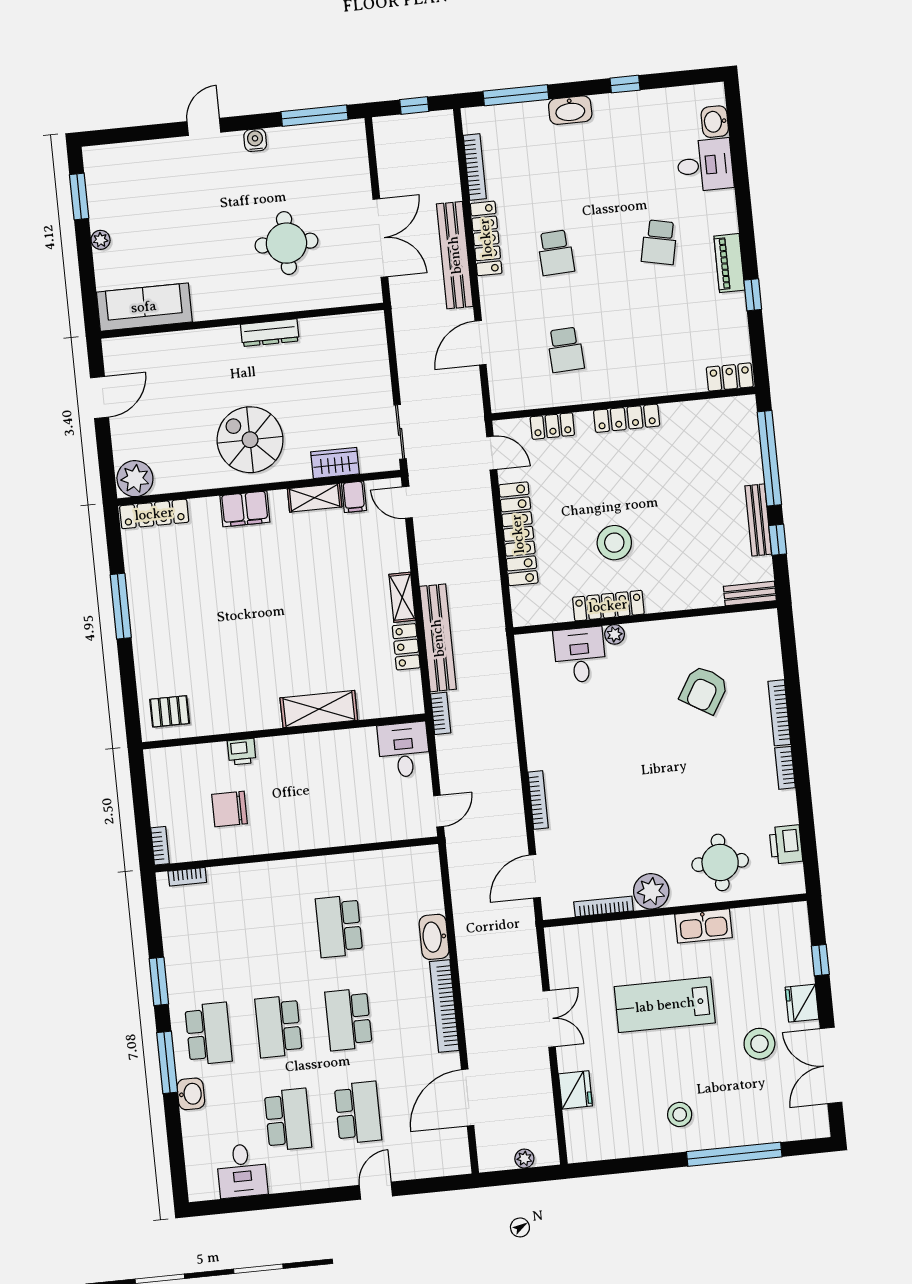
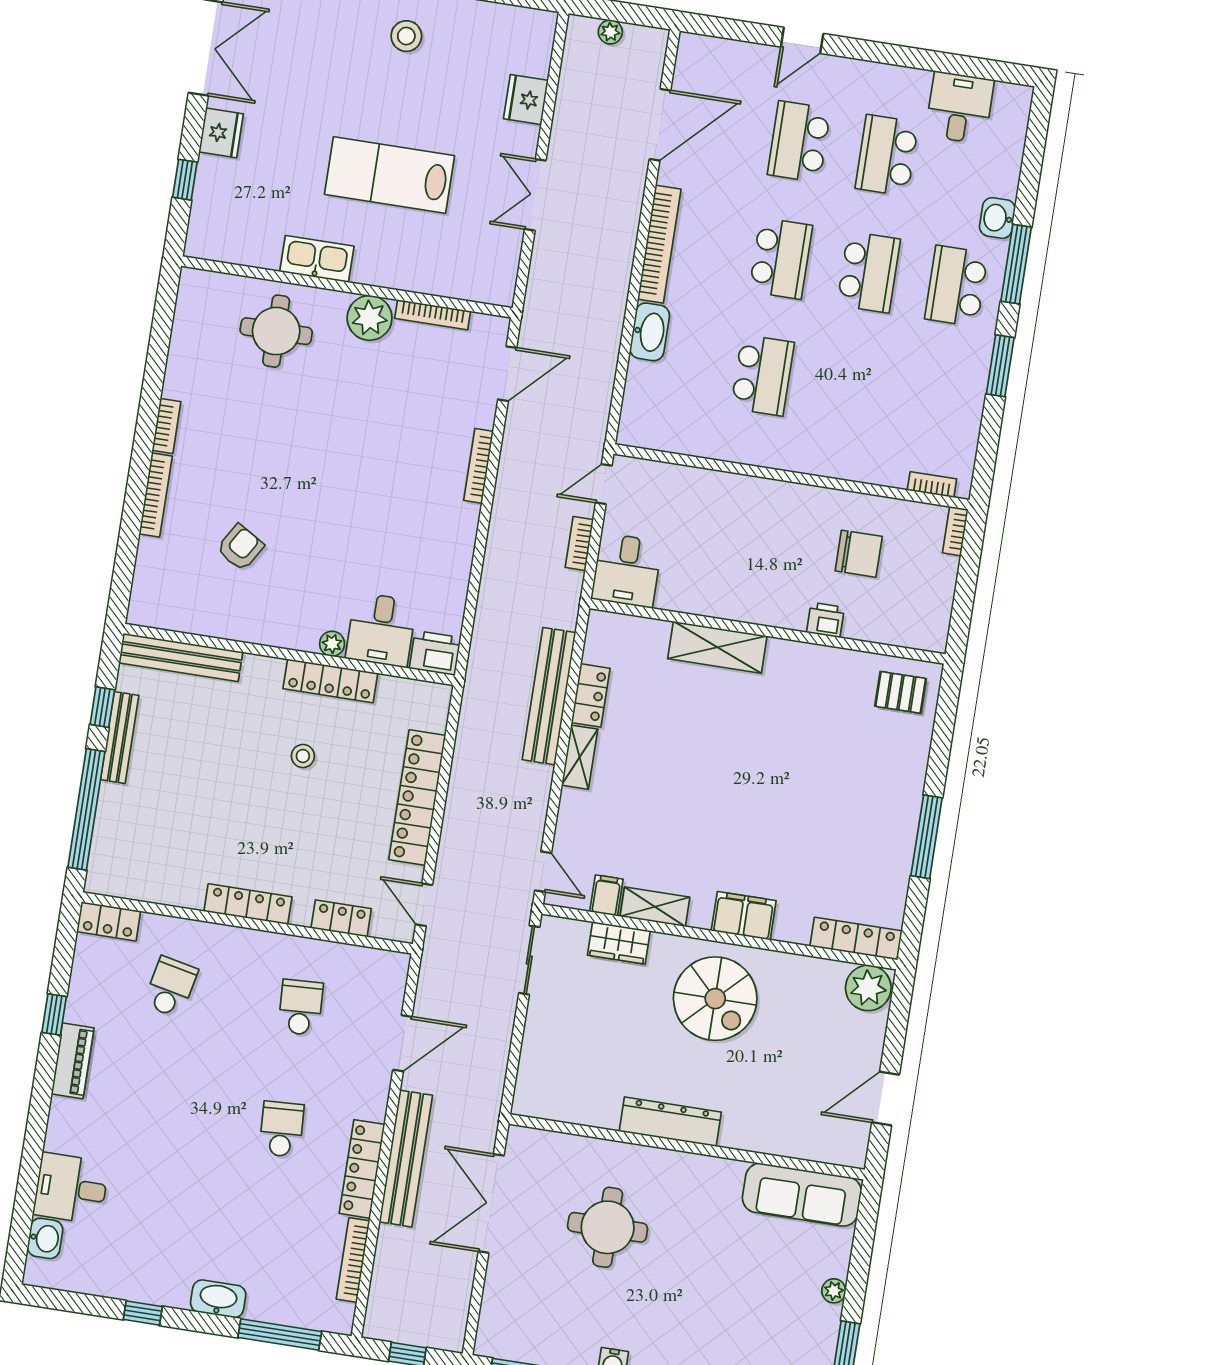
school desk: (659, 242) -> (171, 987), moved
dresser: (270, 333) -> (670, 1122), width x1.37, depth x1.24
stool: (614, 543) -> (303, 756), width x0.53, depth x0.53
bench: (750, 593) -> (181, 657), width x1.86, depth x1.21
armchair: (704, 690) -> (240, 547), width x0.72, depth x0.72
bookcase: (441, 713) -> (579, 544), moved
printer: (786, 844) -> (435, 653), moved, turned -90
lab bench: (665, 1005) -> (390, 175), turned 180
stool: (759, 1044) -> (286, 97), removed

